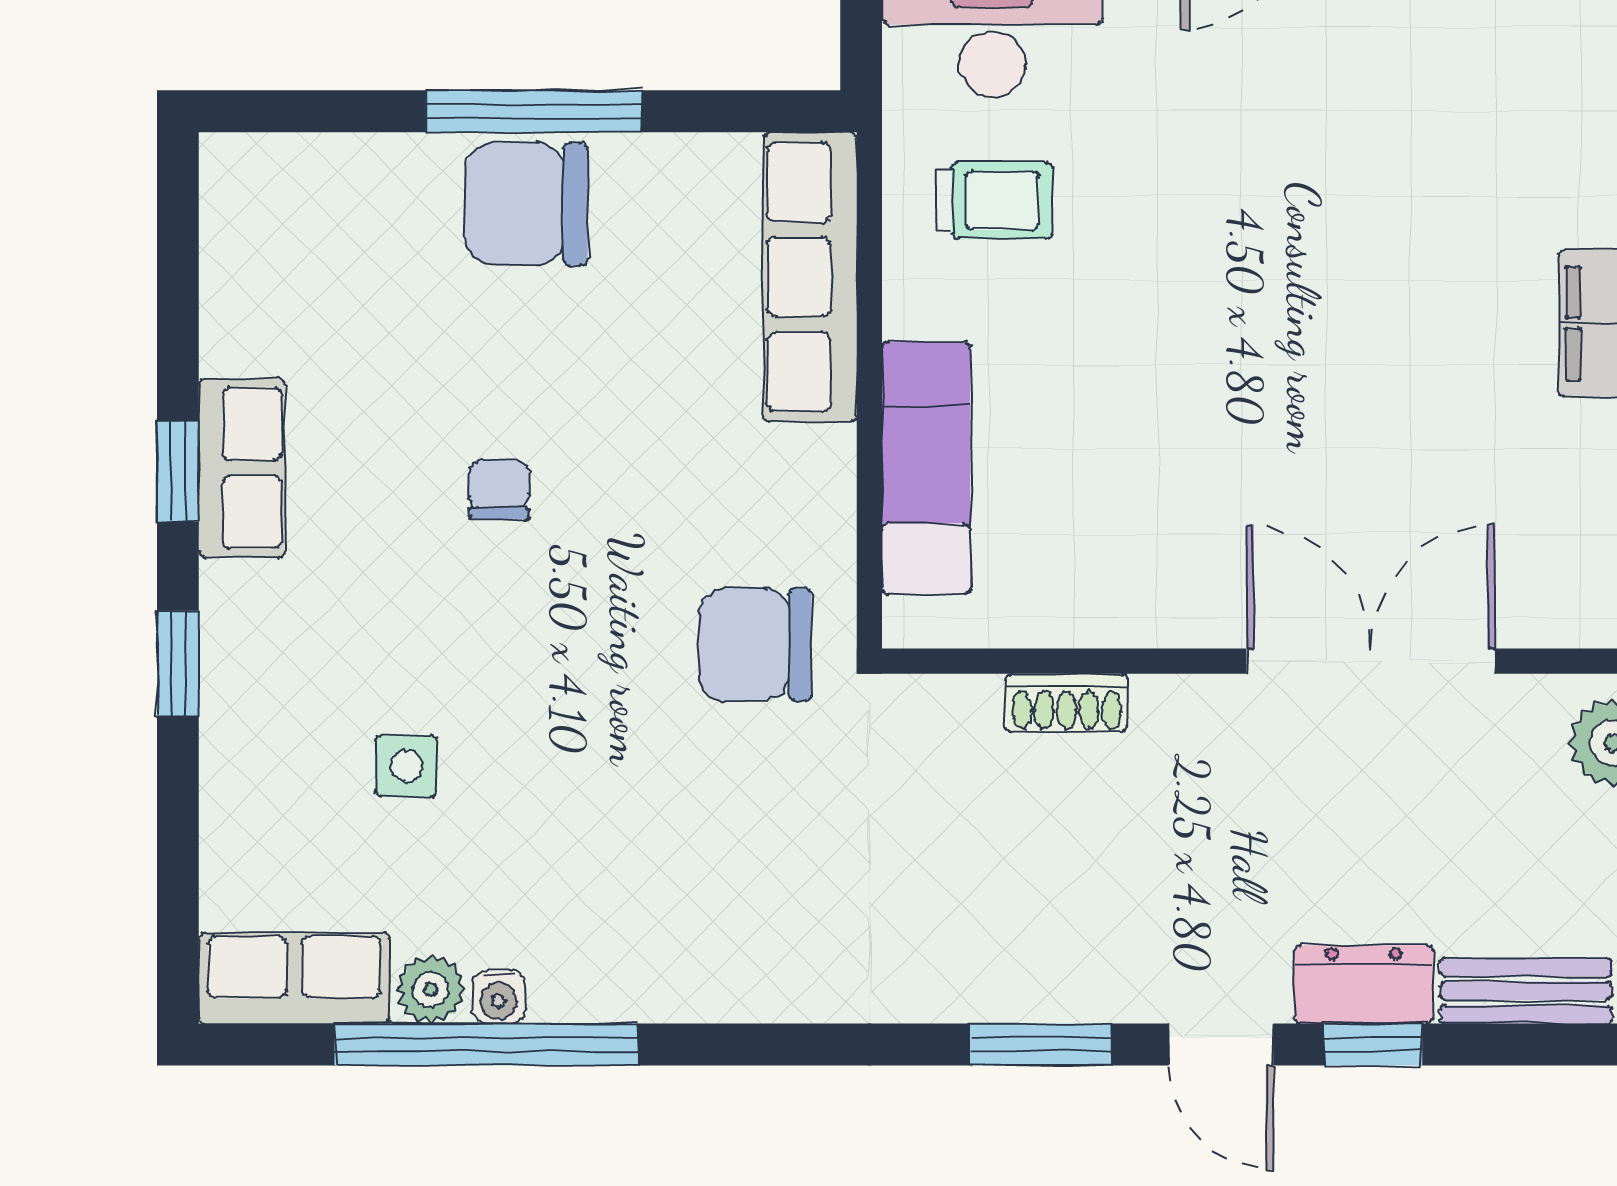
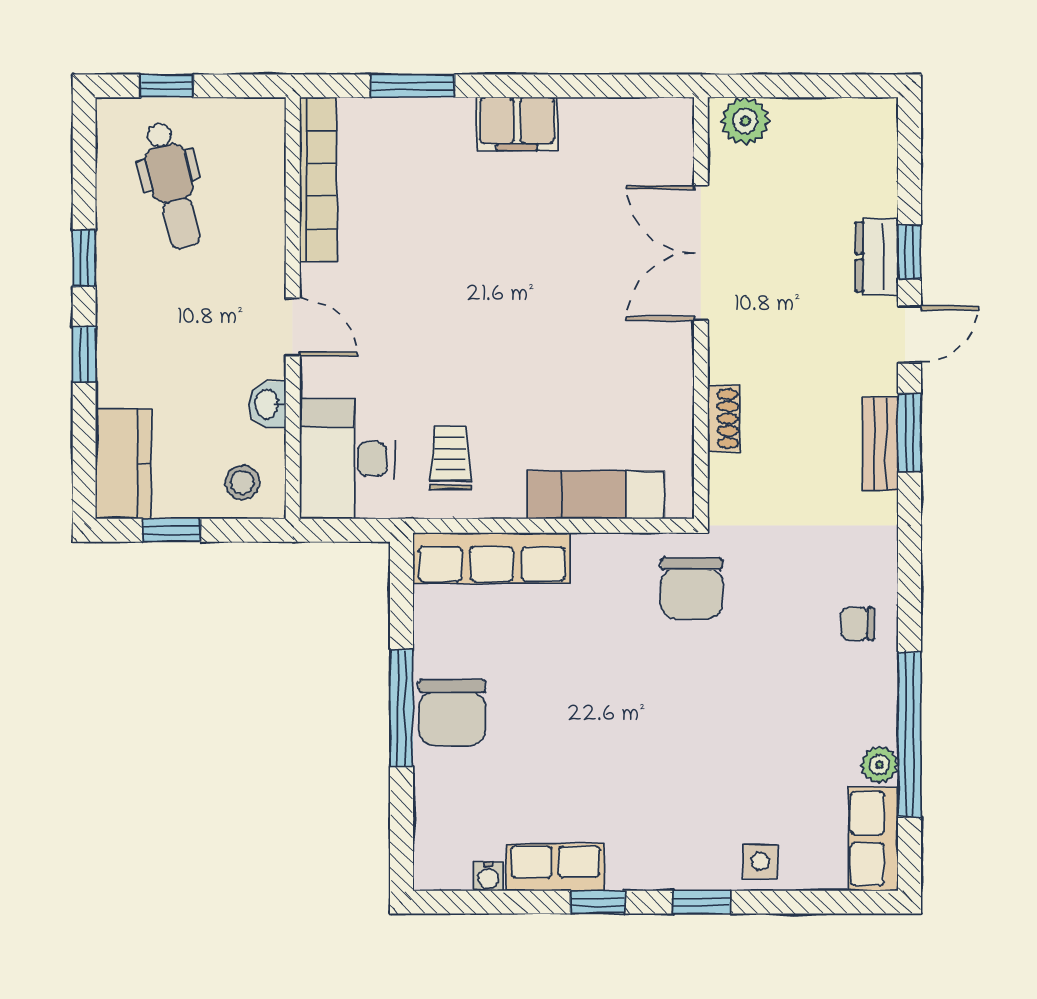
row of seats: (242, 468) -> (555, 867), moved
chair: (499, 490) -> (858, 624), moved
side table: (406, 766) -> (760, 862), moved
bench: (1526, 991) -> (880, 444), moved
water cooler: (499, 997) -> (488, 876), moved, turned 90

